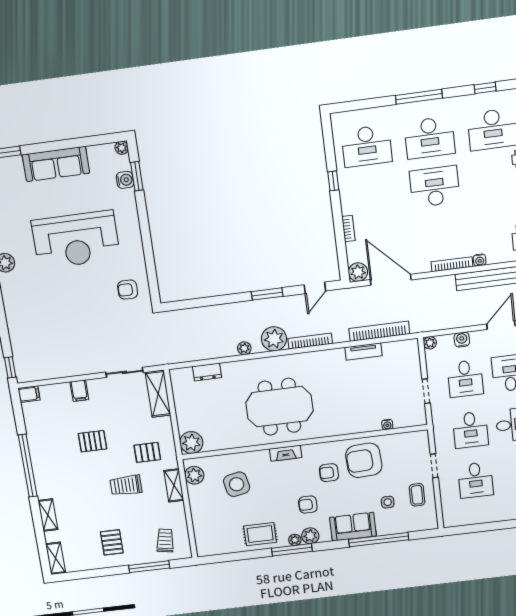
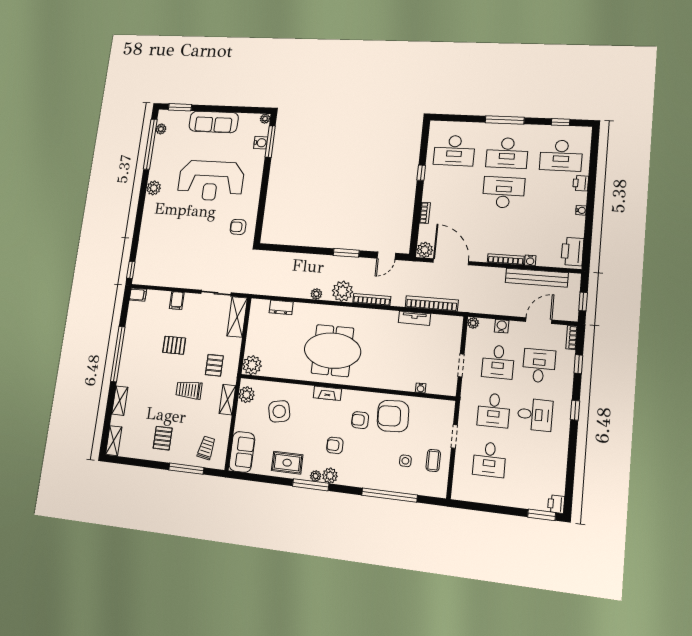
window: (137, 176) -> (270, 142), width x1.44
pallet: (147, 452) -> (214, 365), turned 90
sofa: (353, 527) -> (242, 452), moved, turned 90

